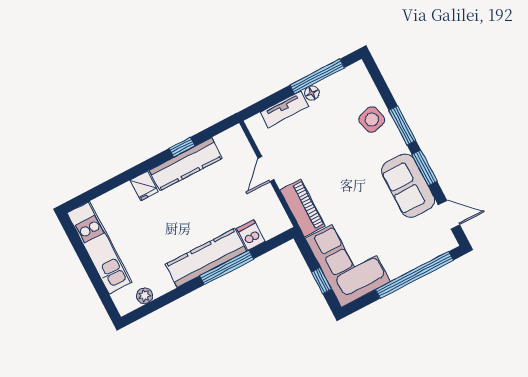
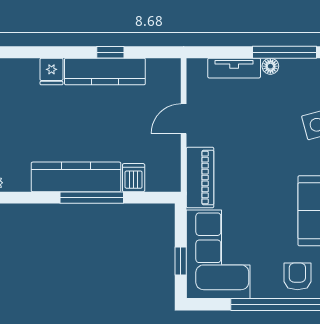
armchair: (418, 245) -> (297, 276), added

